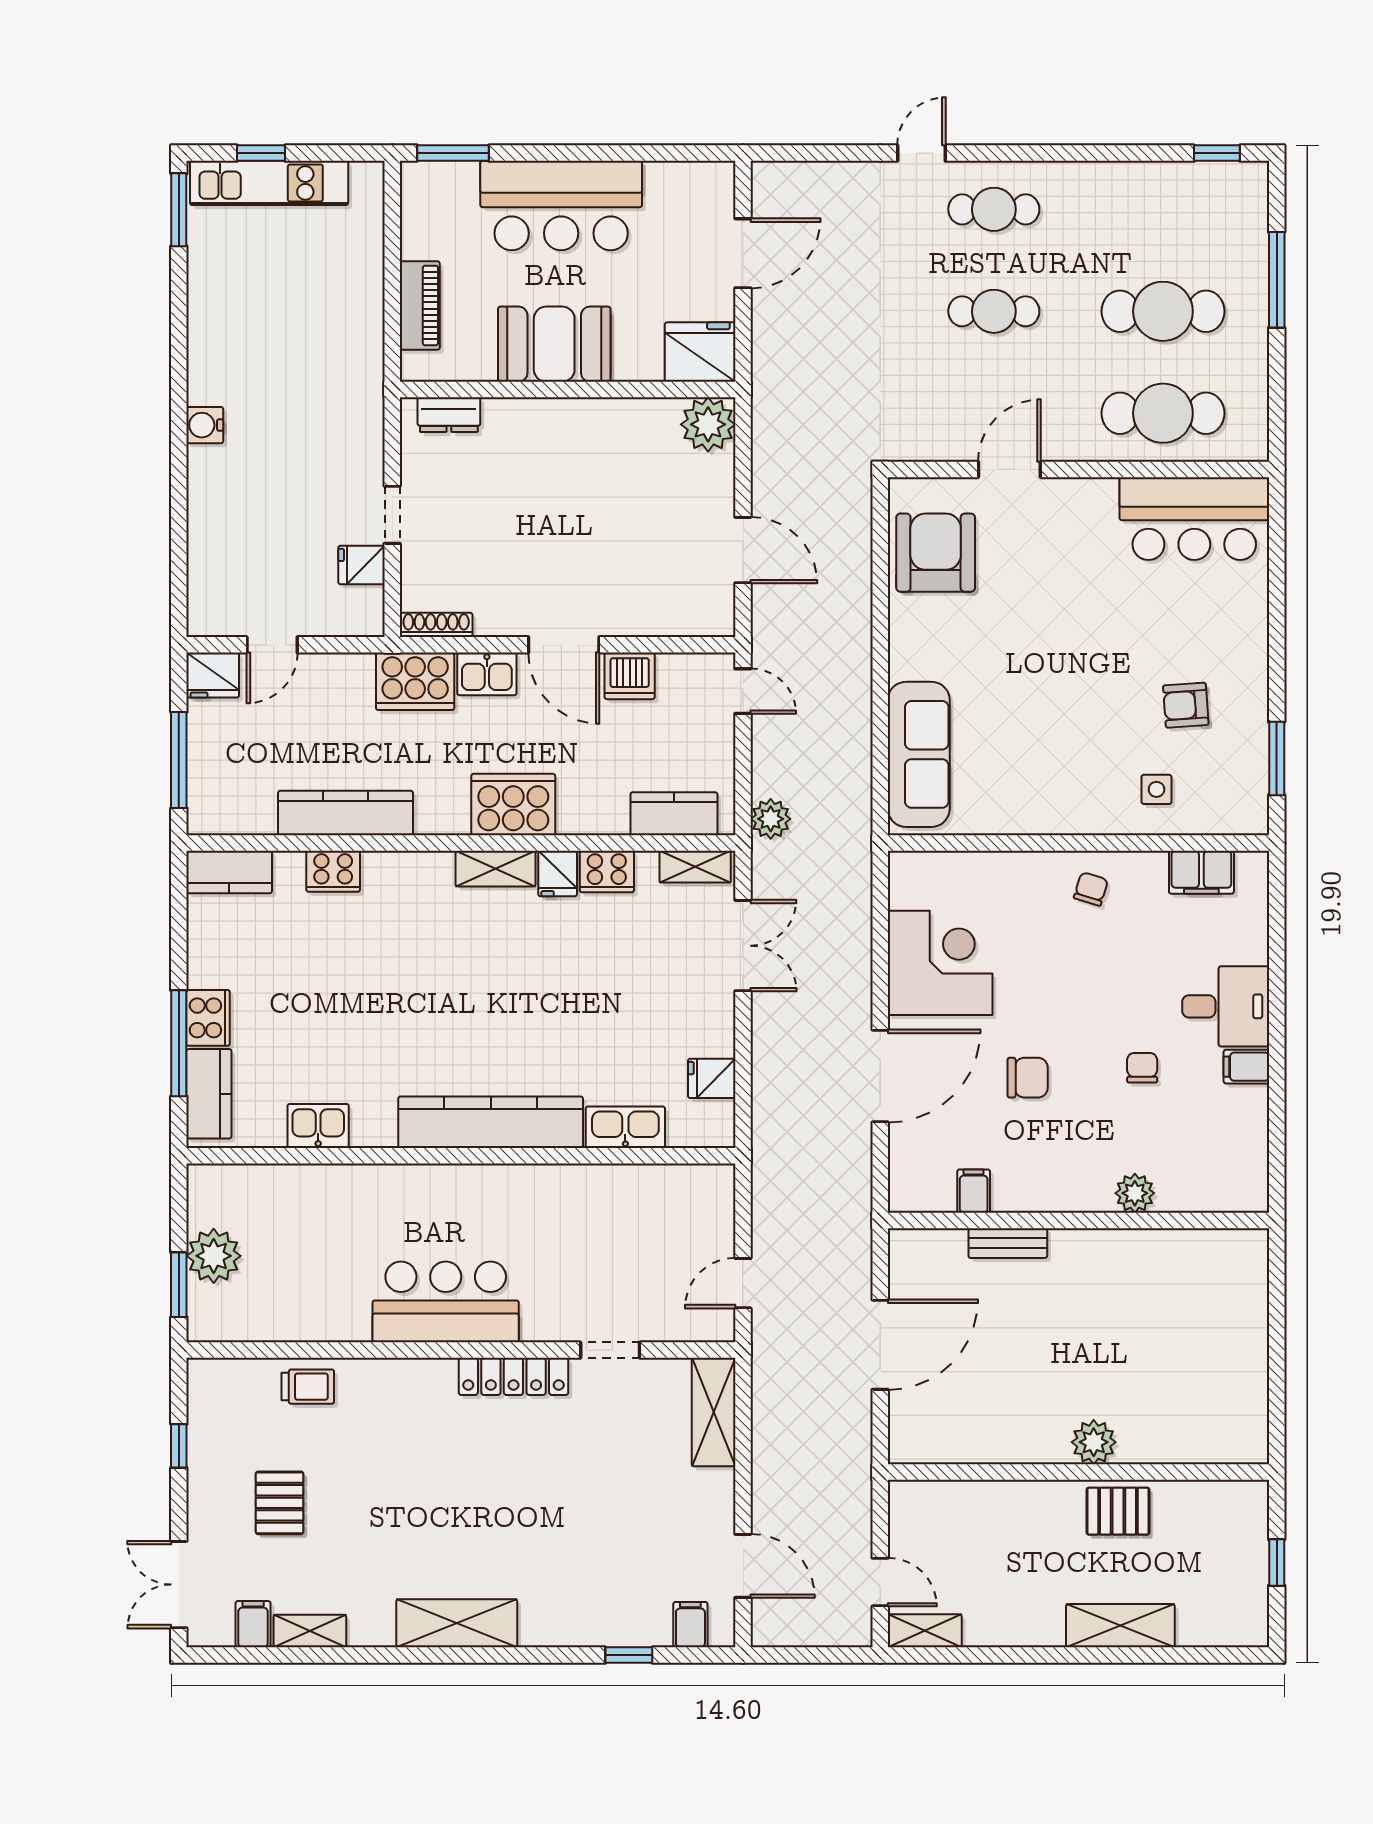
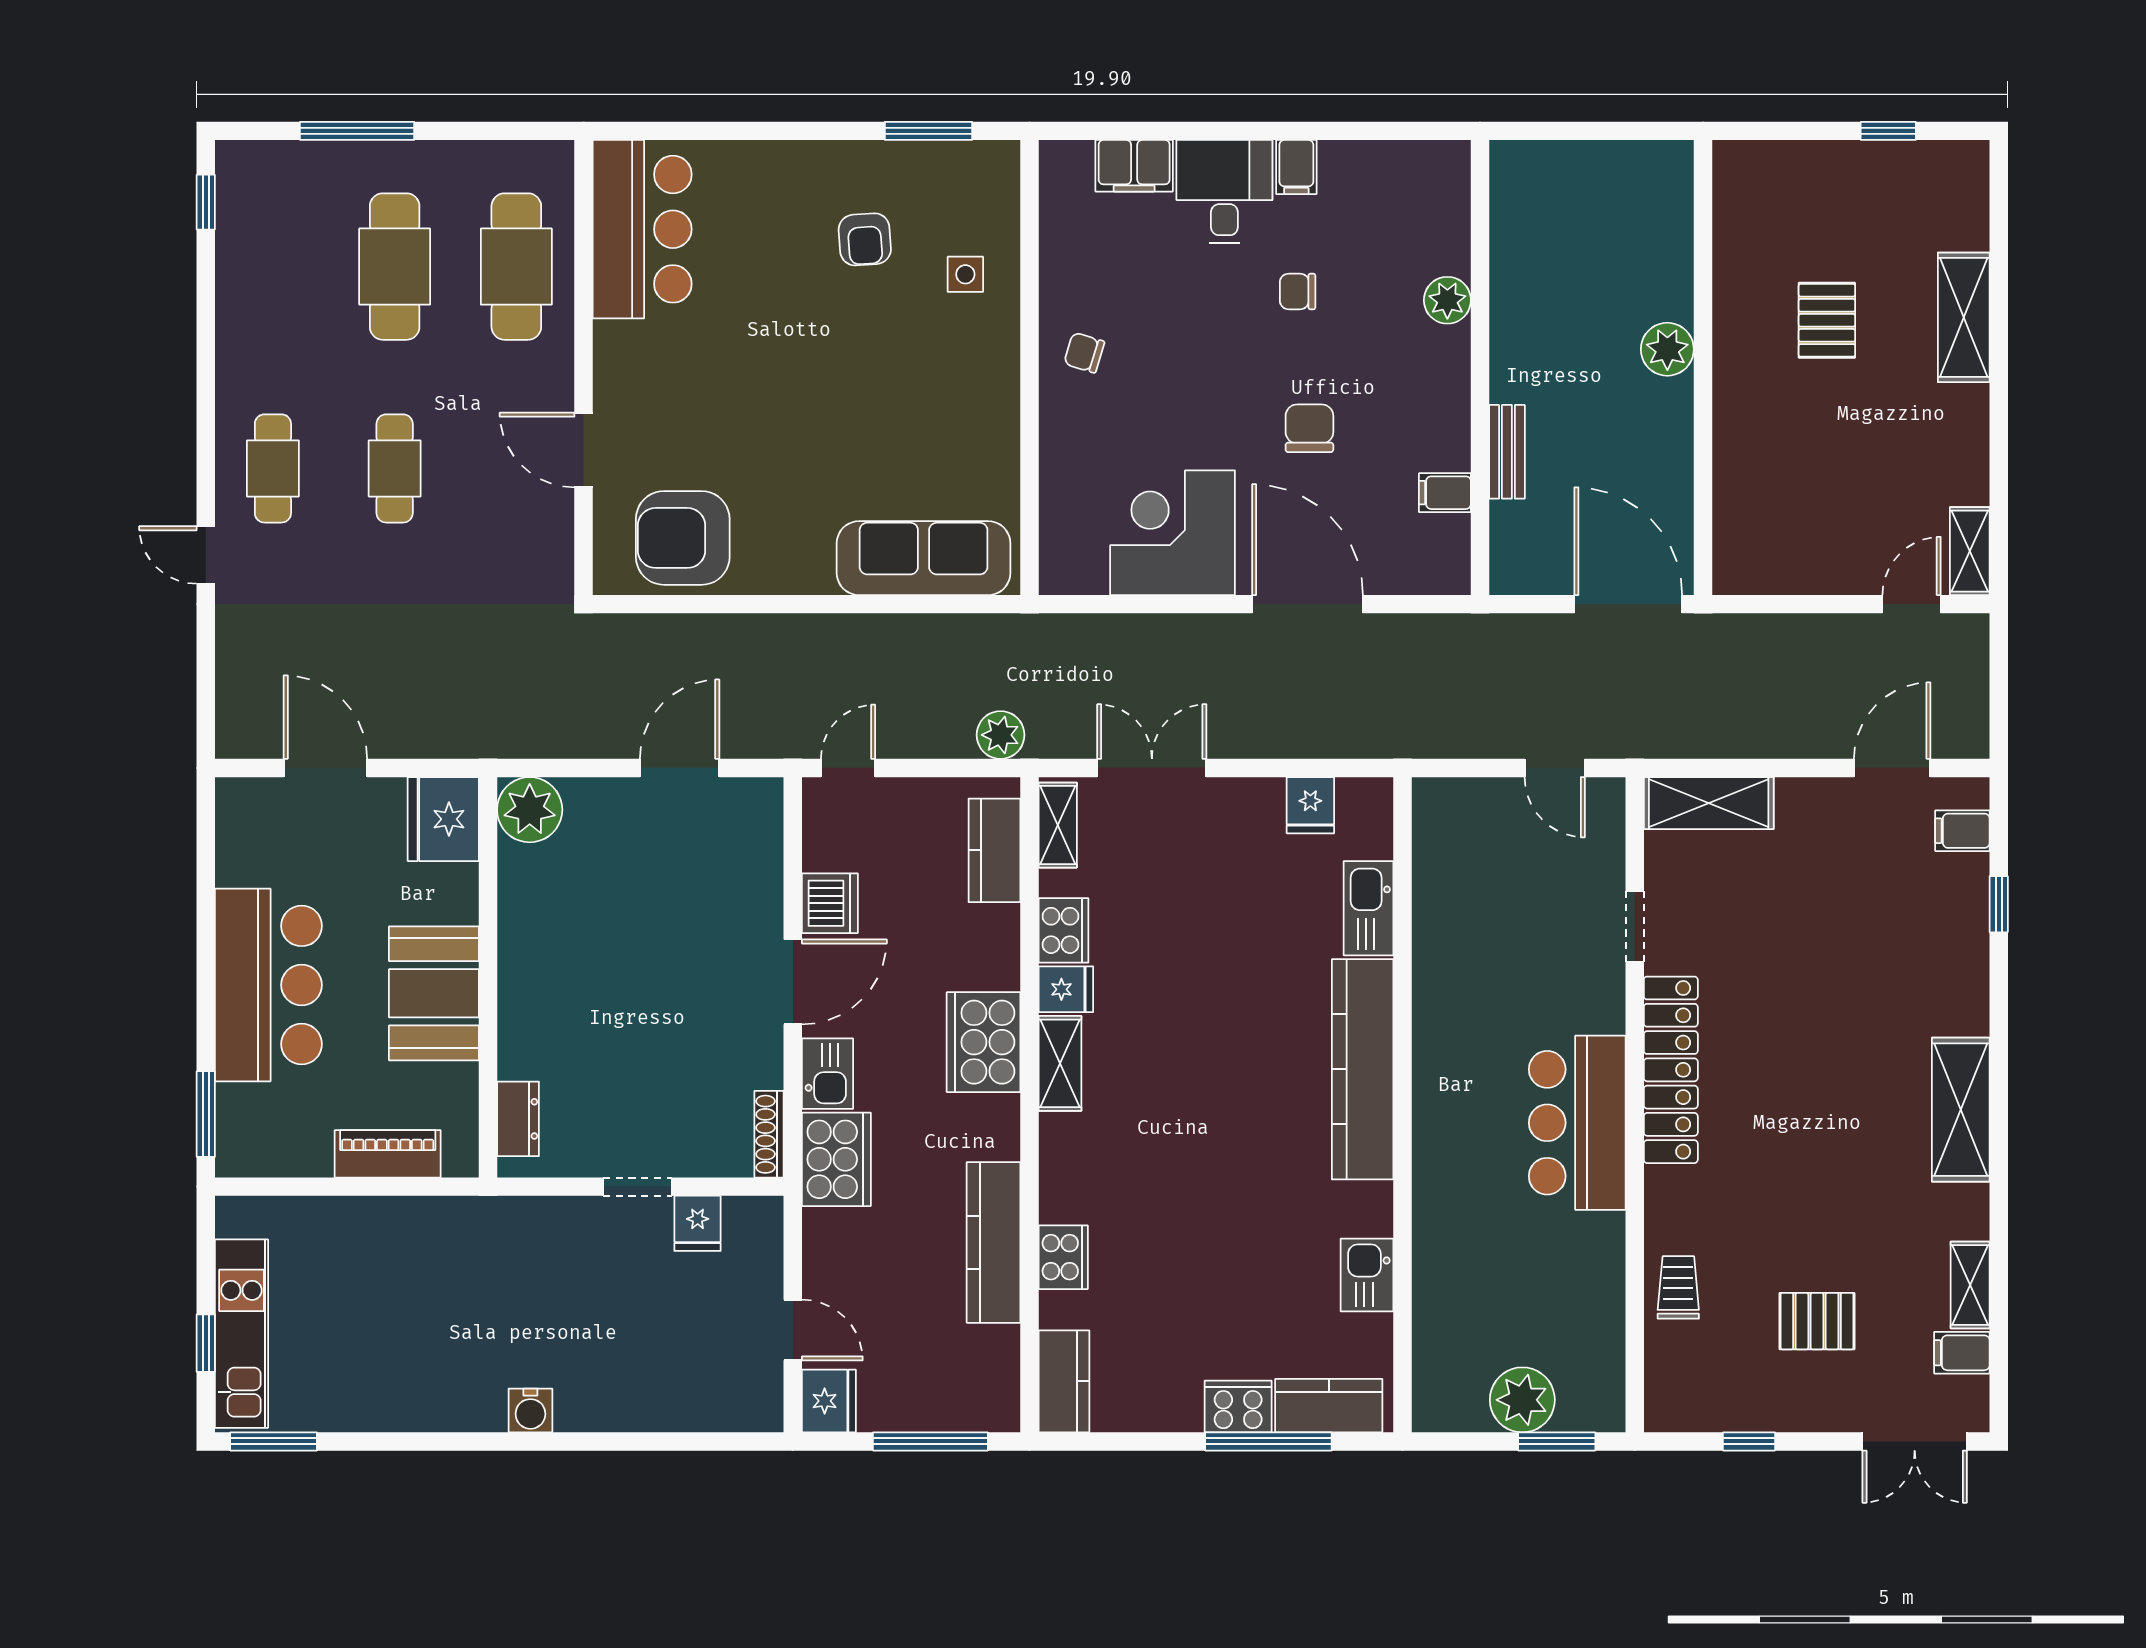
filing cabinet: (1201, 872) -> (1134, 166), moved, turned 90
locker: (513, 1376) -> (1671, 1070), width x1.41, depth x1.21
plant: (1094, 1442) -> (1667, 349), moved
wall: (1078, 1472) -> (1703, 368), moved

